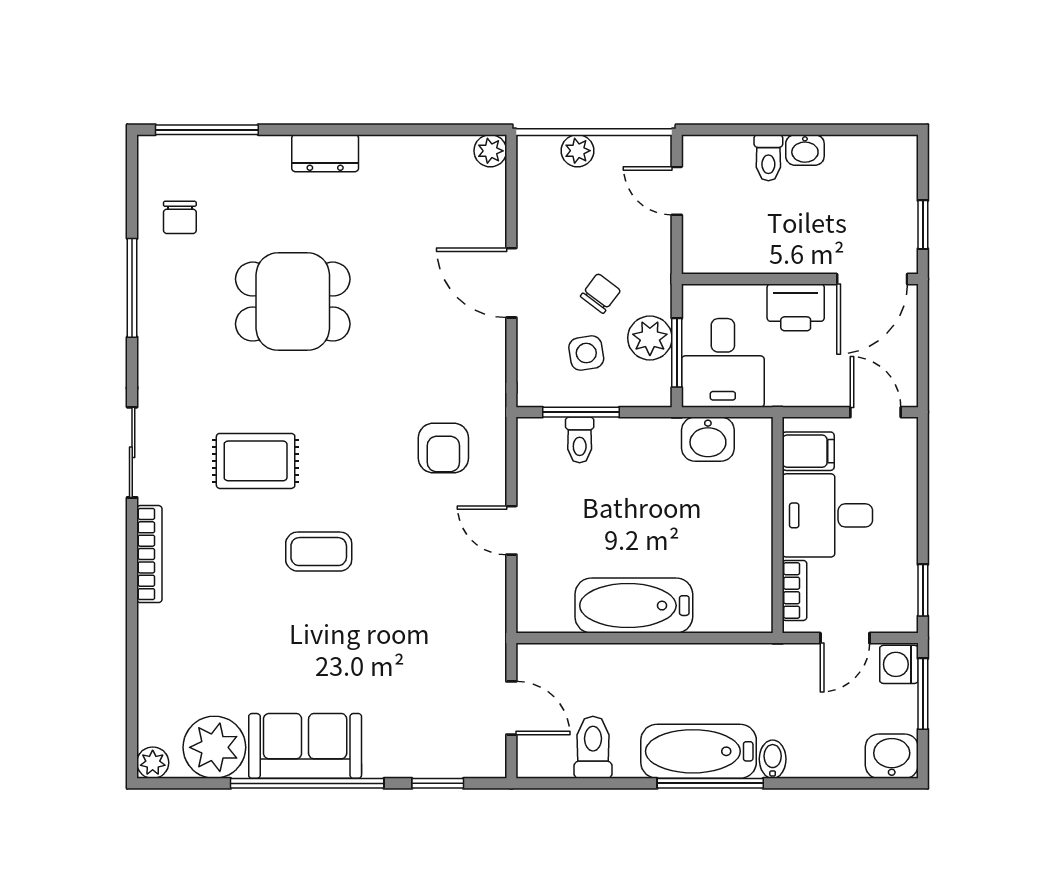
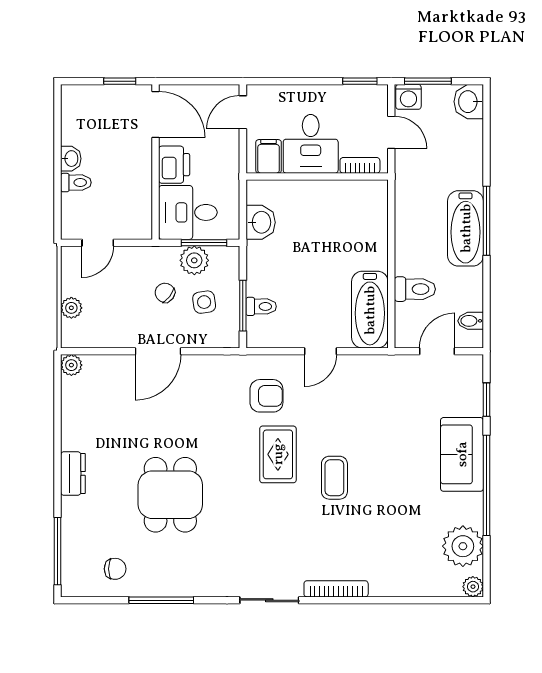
desk: (723, 363) -> (188, 212), moved, turned 180
rug: (256, 461) -> (278, 454), moved
bathtub: (634, 606) -> (370, 310), moved
sofa: (305, 746) -> (462, 454), moved
toilet: (593, 747) -> (415, 289), moved, turned 180
bidet: (773, 759) -> (471, 321), moved

